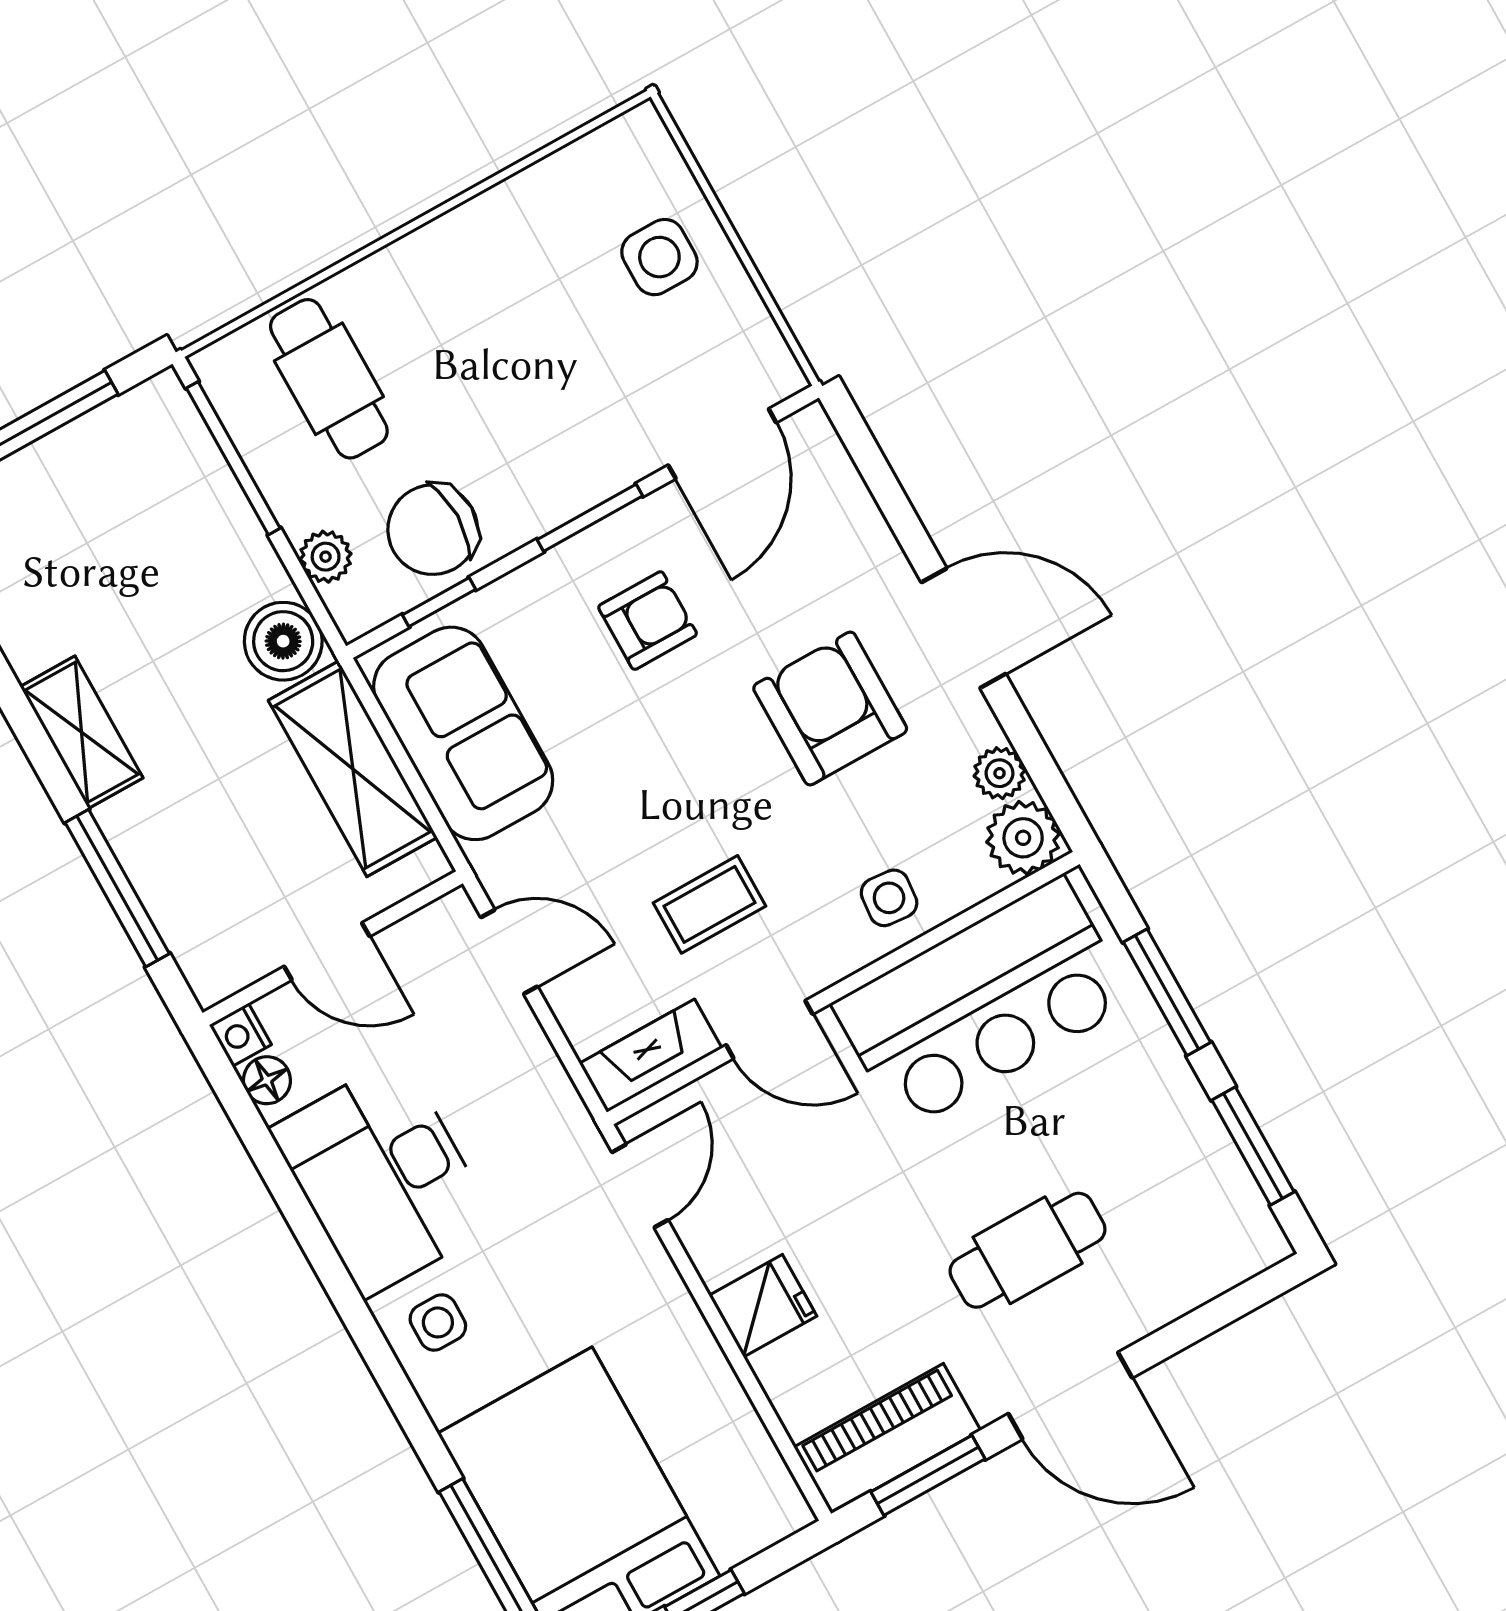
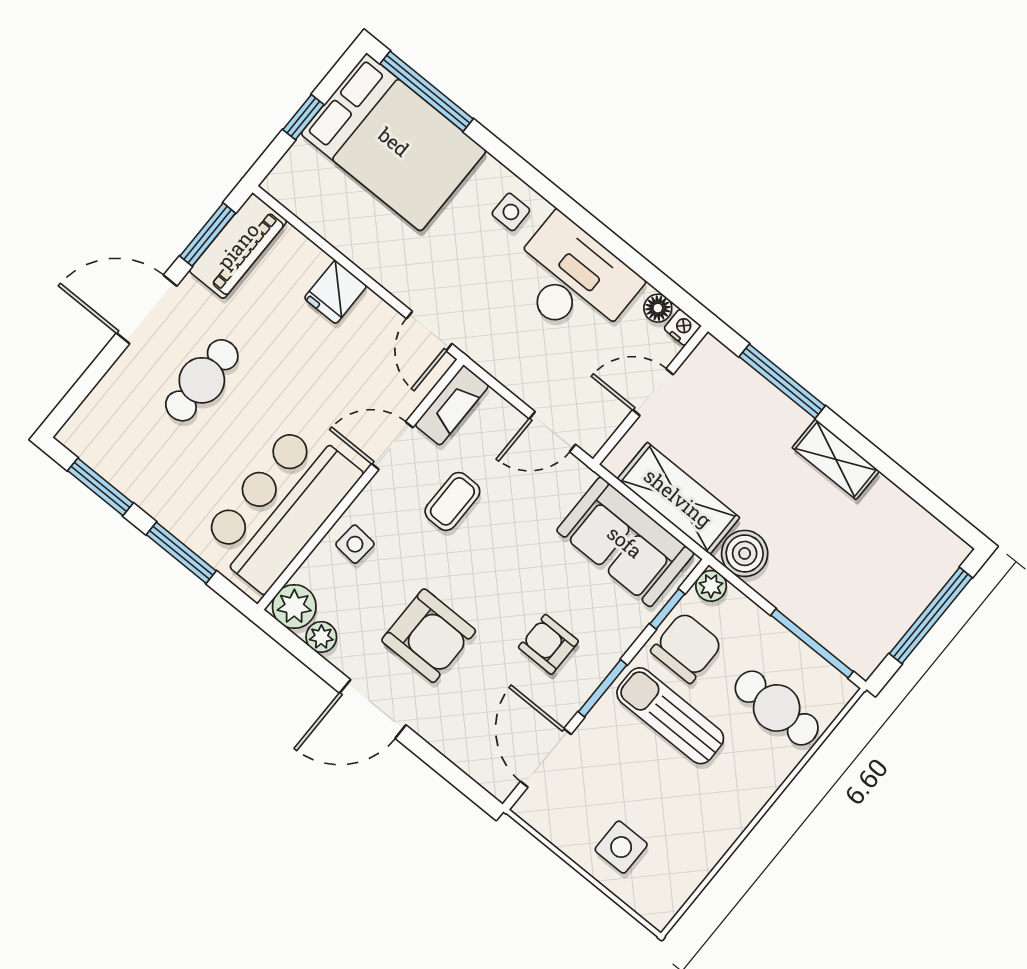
sun lounger: (501, 433) -> (670, 716), added
plant: (326, 557) -> (711, 586), moved
armchair: (648, 621) -> (548, 644), turned 90

